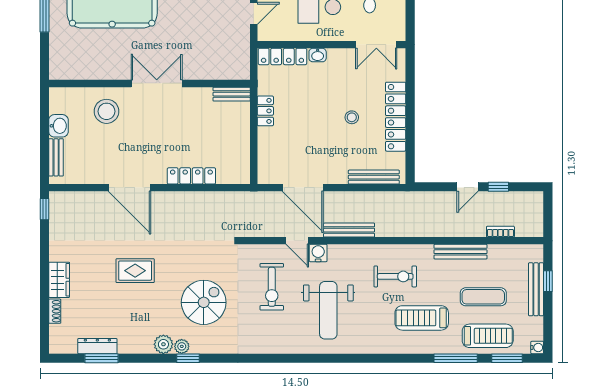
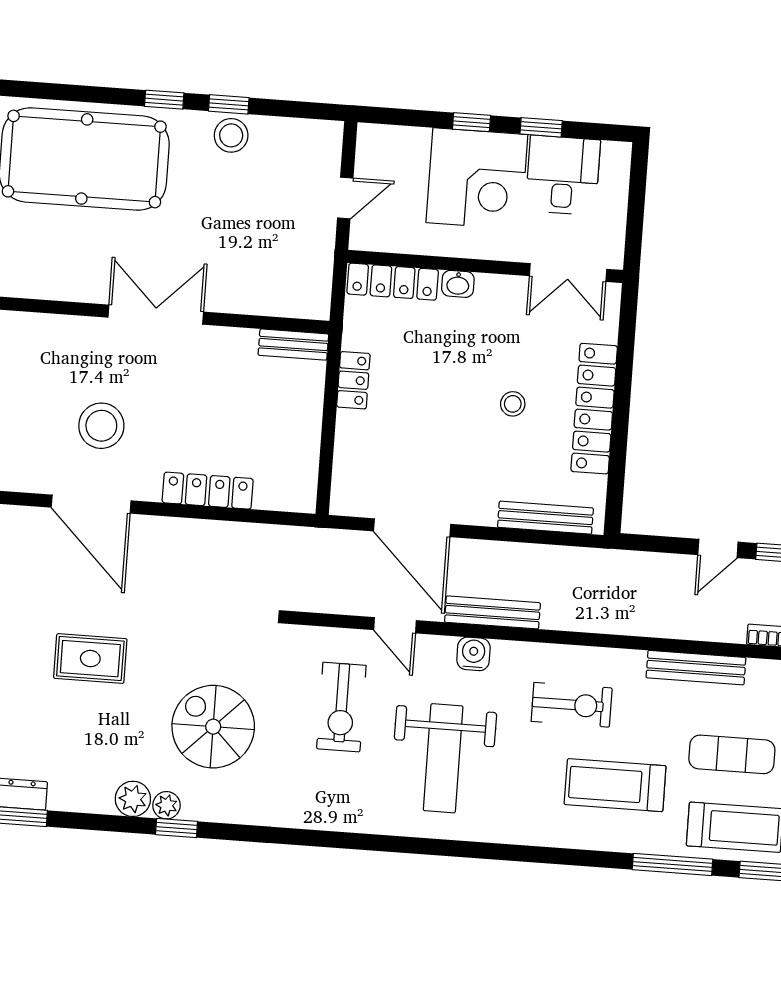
stool: (107, 111) -> (101, 426), moved
water cooler: (318, 253) -> (473, 654), moved
spiral stairs: (204, 302) -> (213, 727), turned -90

